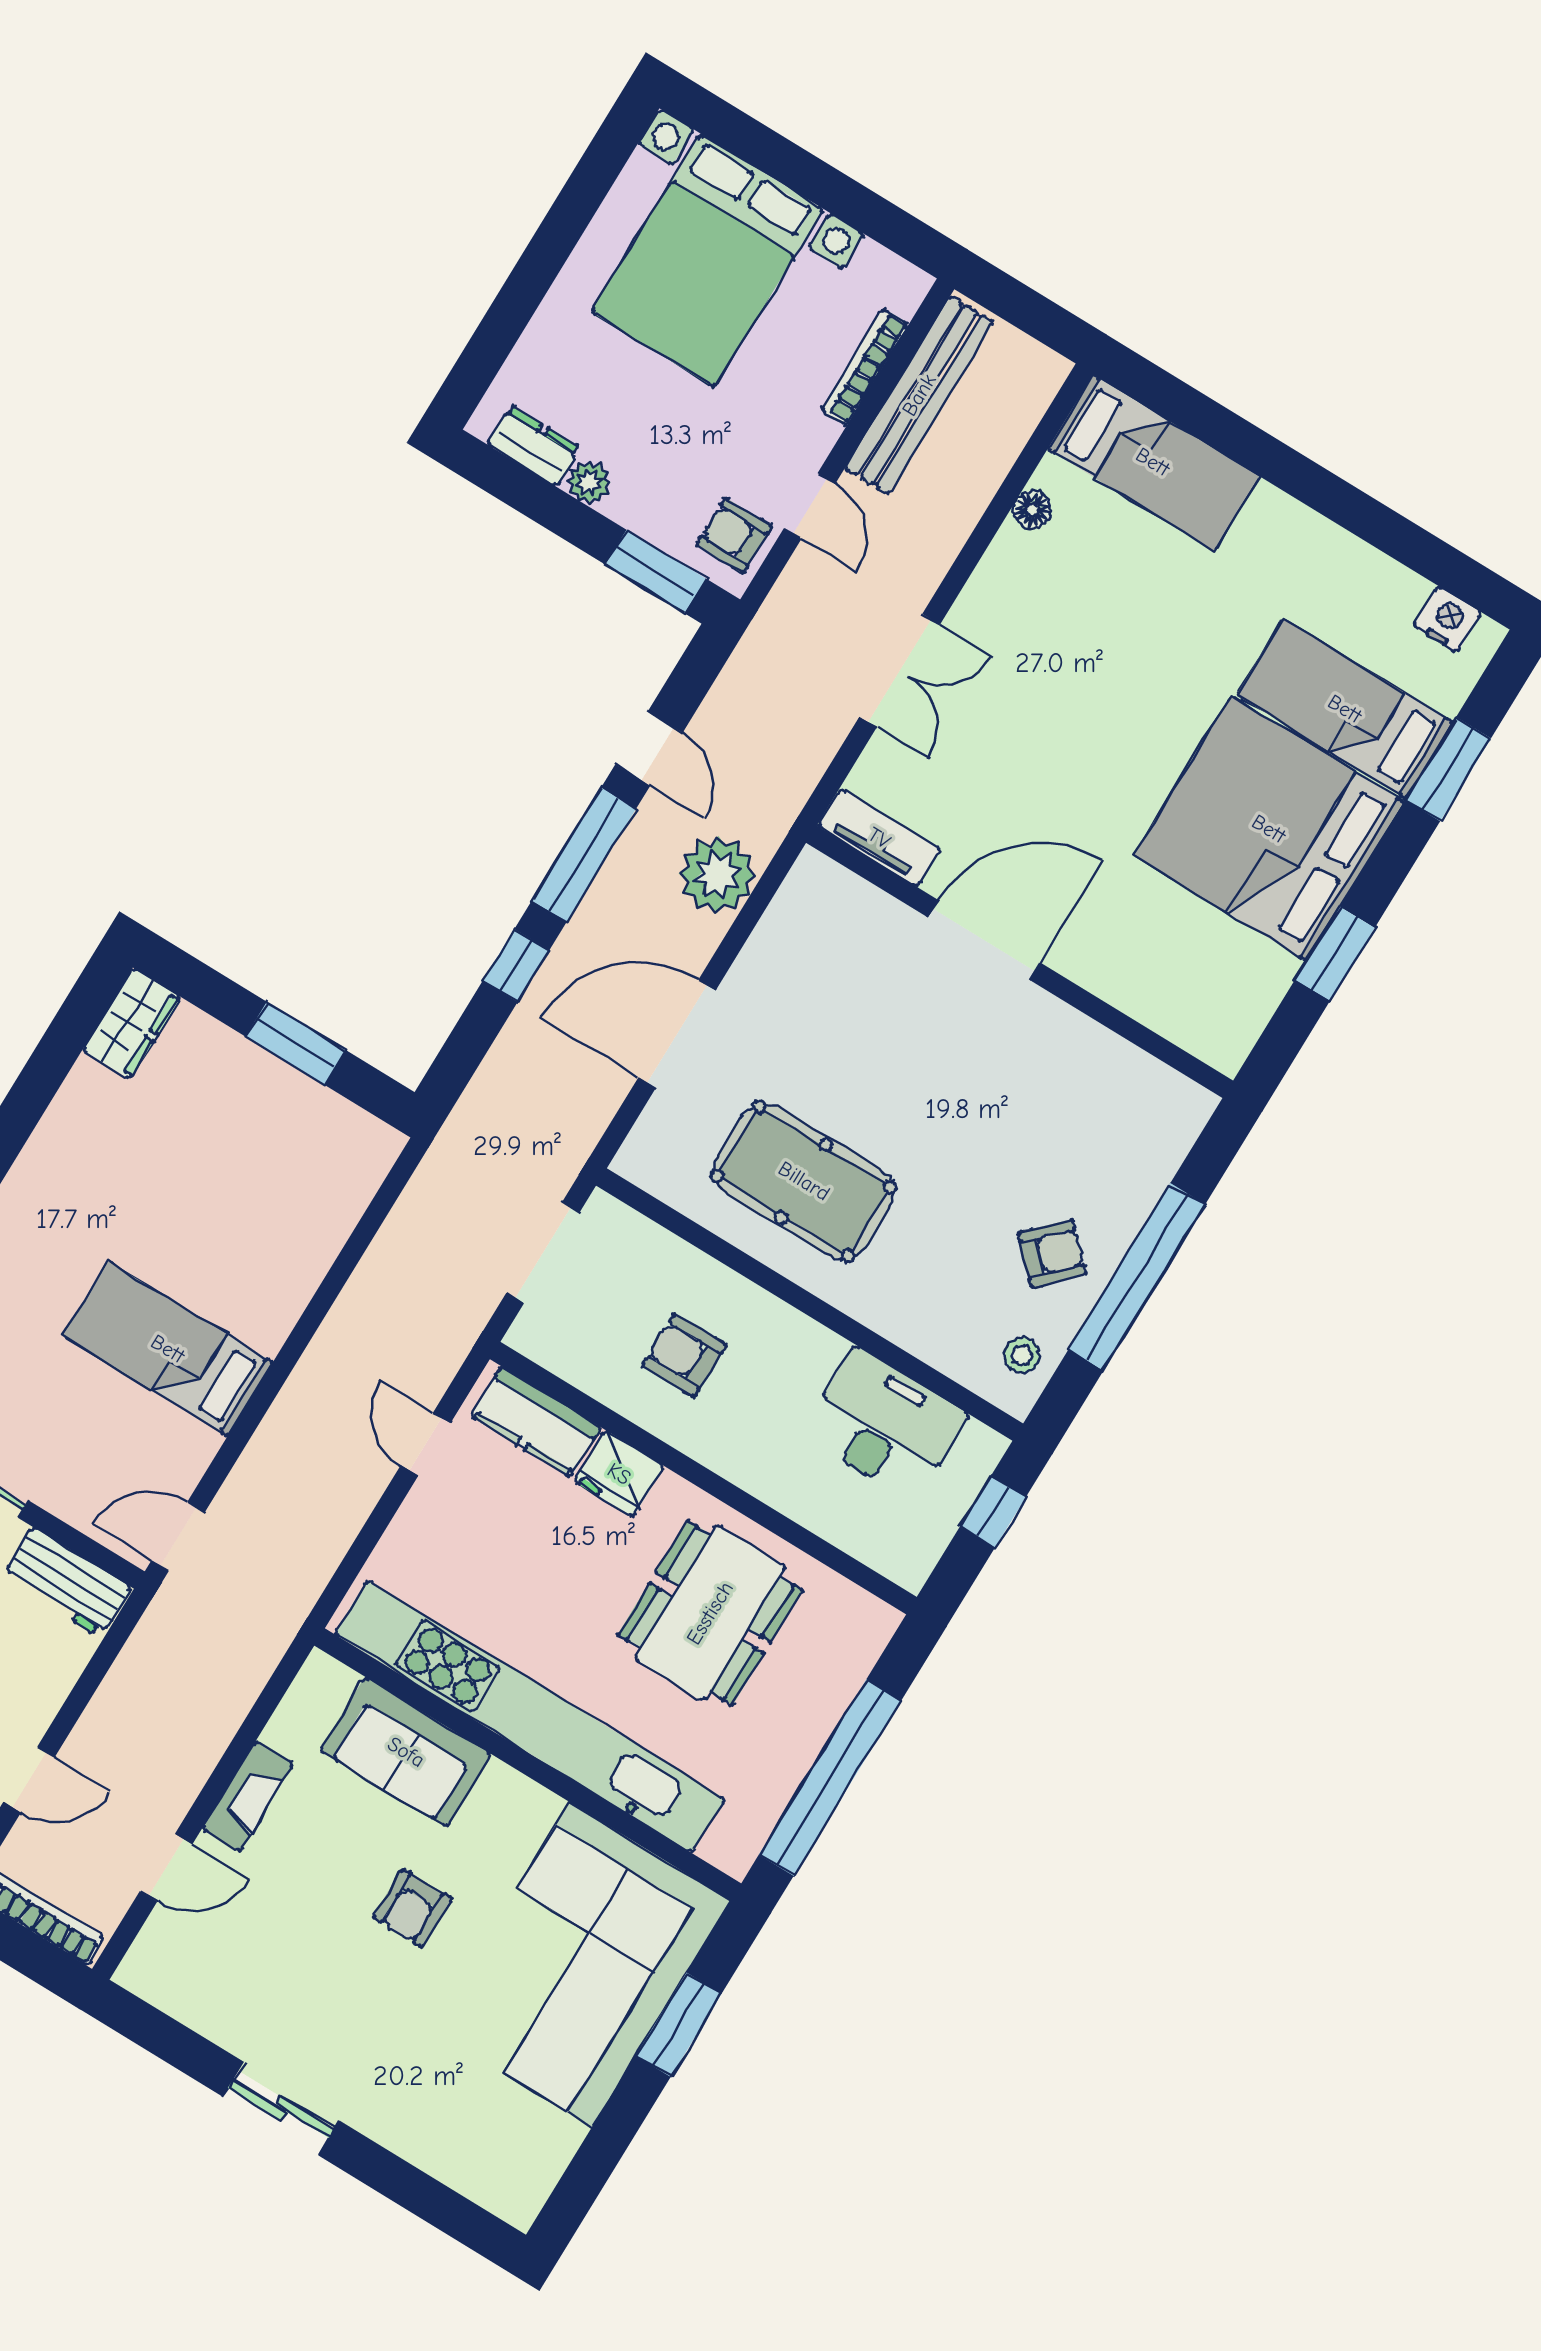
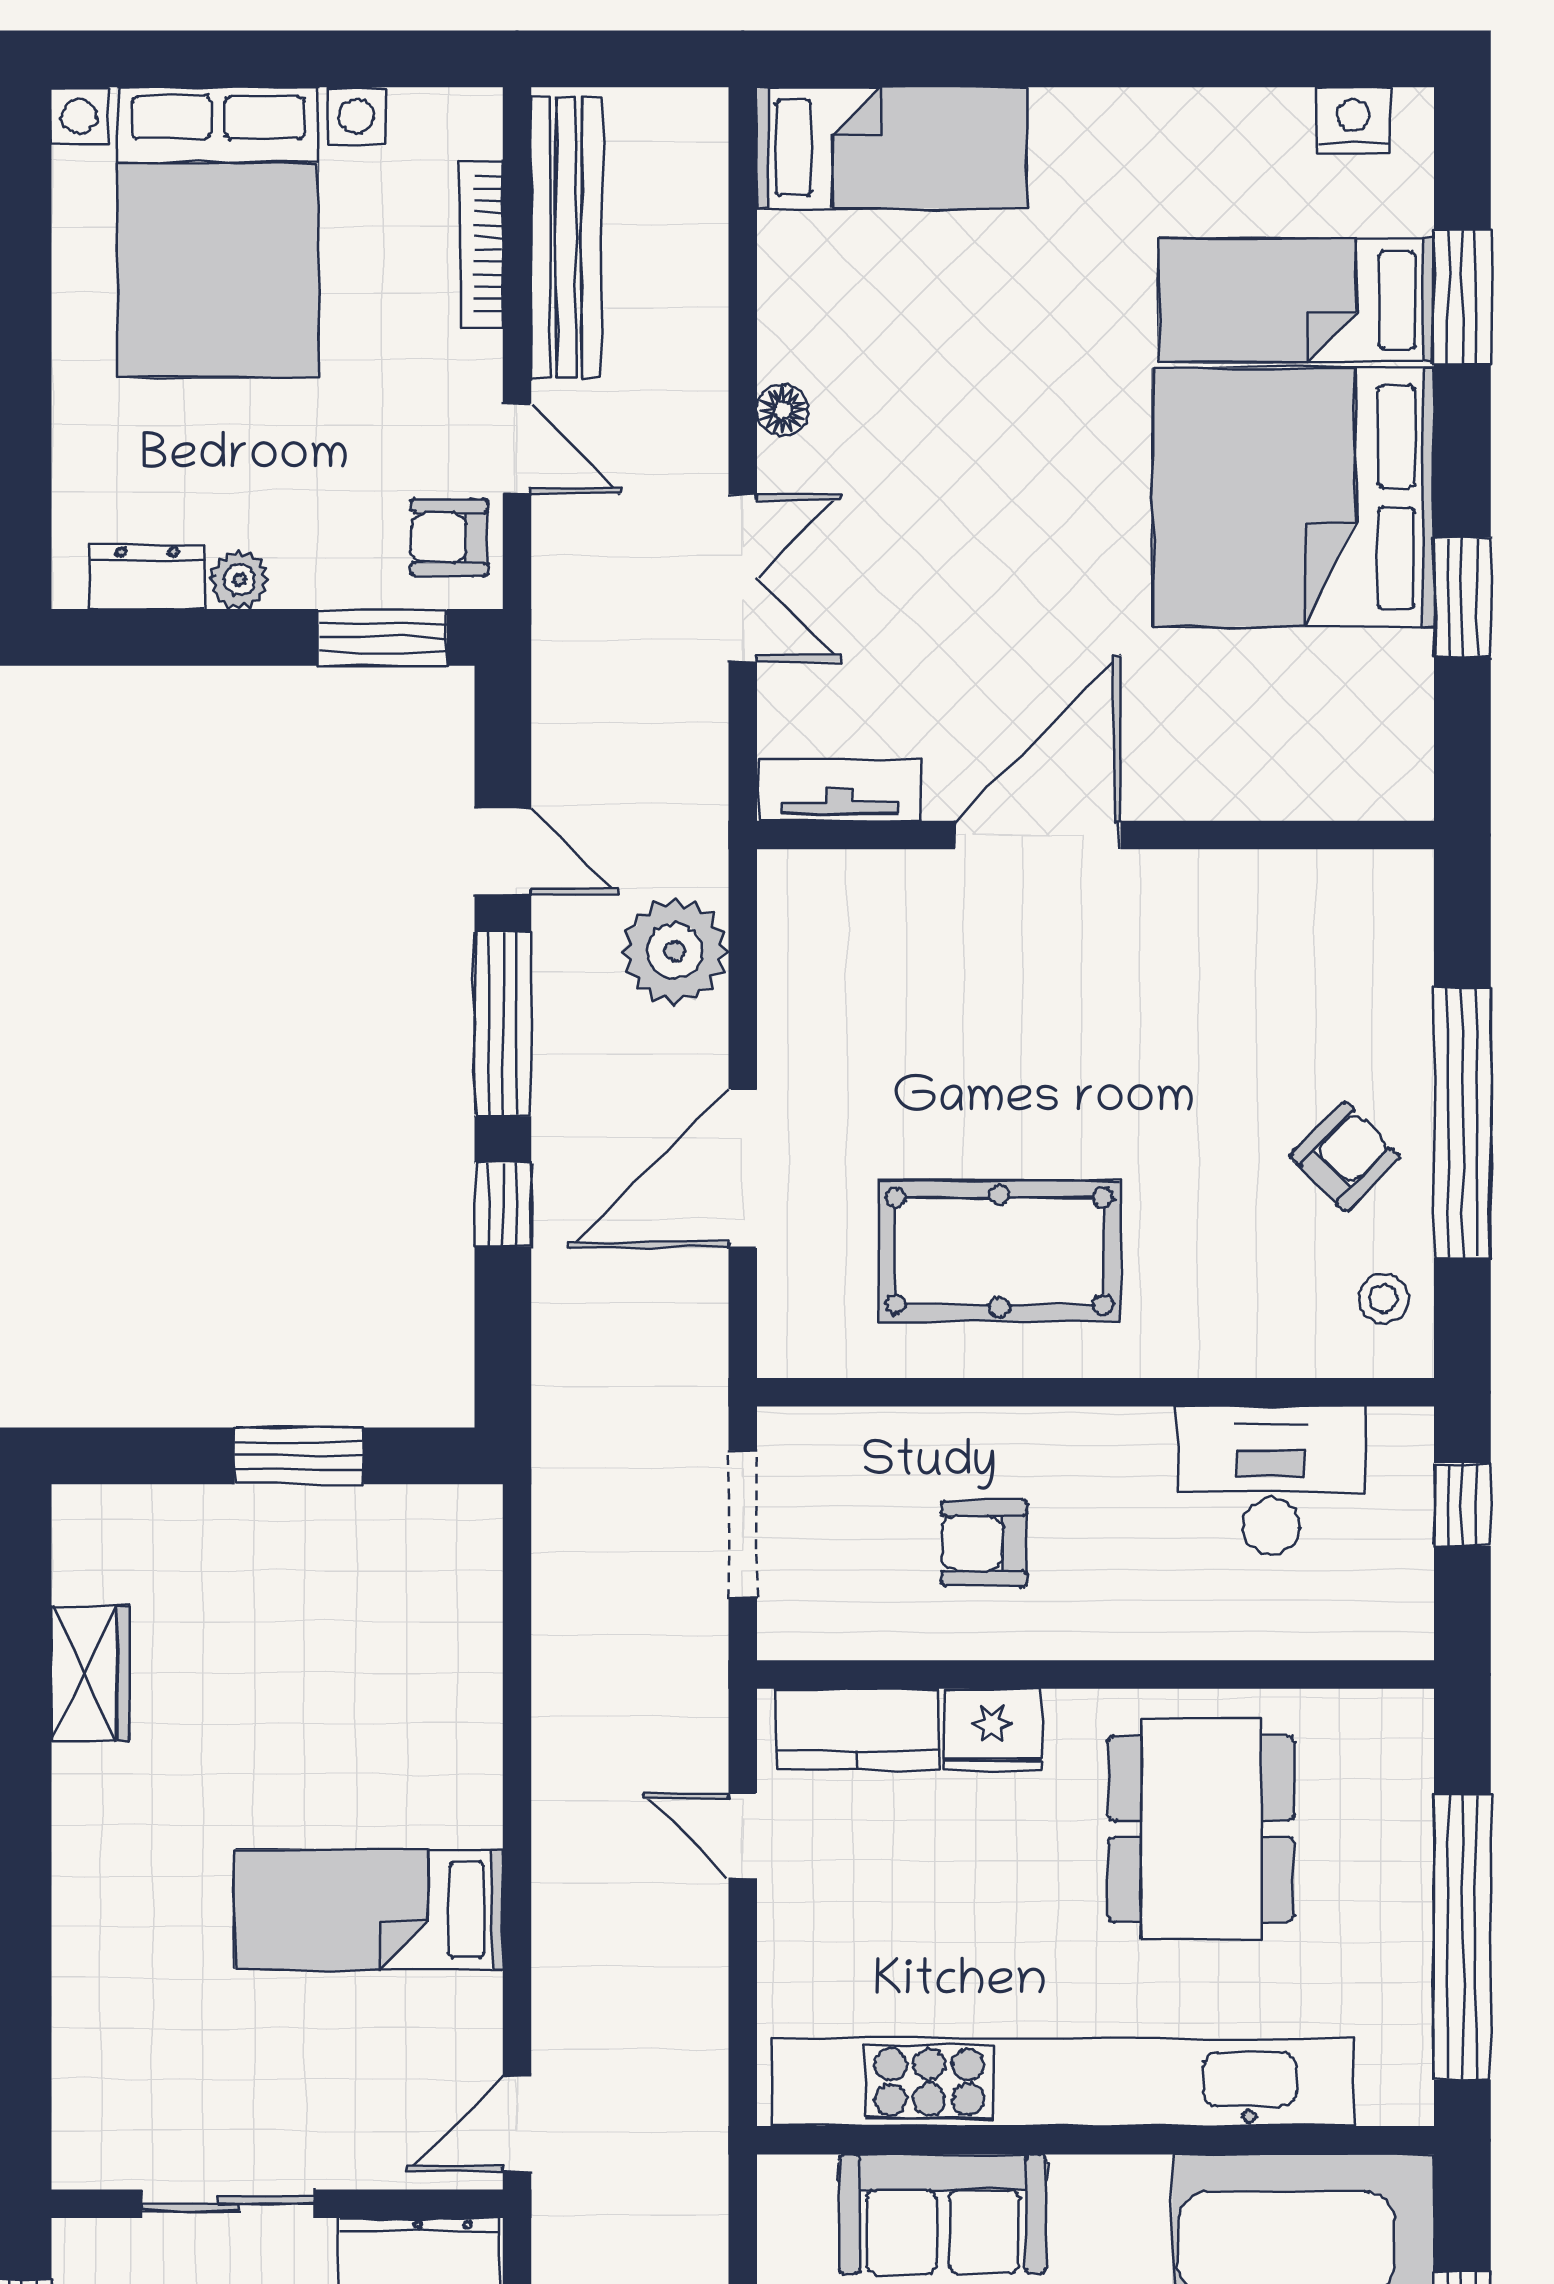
floor lamp: (1032, 510) -> (783, 410), moved
wardrobe: (132, 1023) -> (90, 1673), moved

